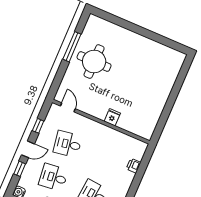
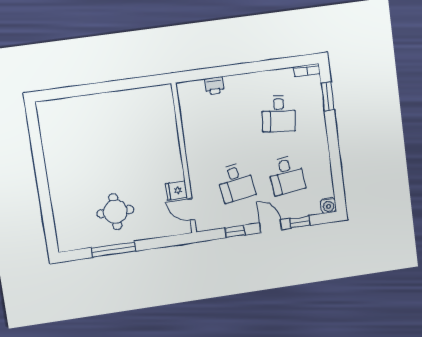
round table: (94, 62) -> (115, 212), width x0.73, depth x0.73
door: (68, 107) -> (191, 209), hinge flipped
fridge: (112, 117) -> (176, 191), moved

